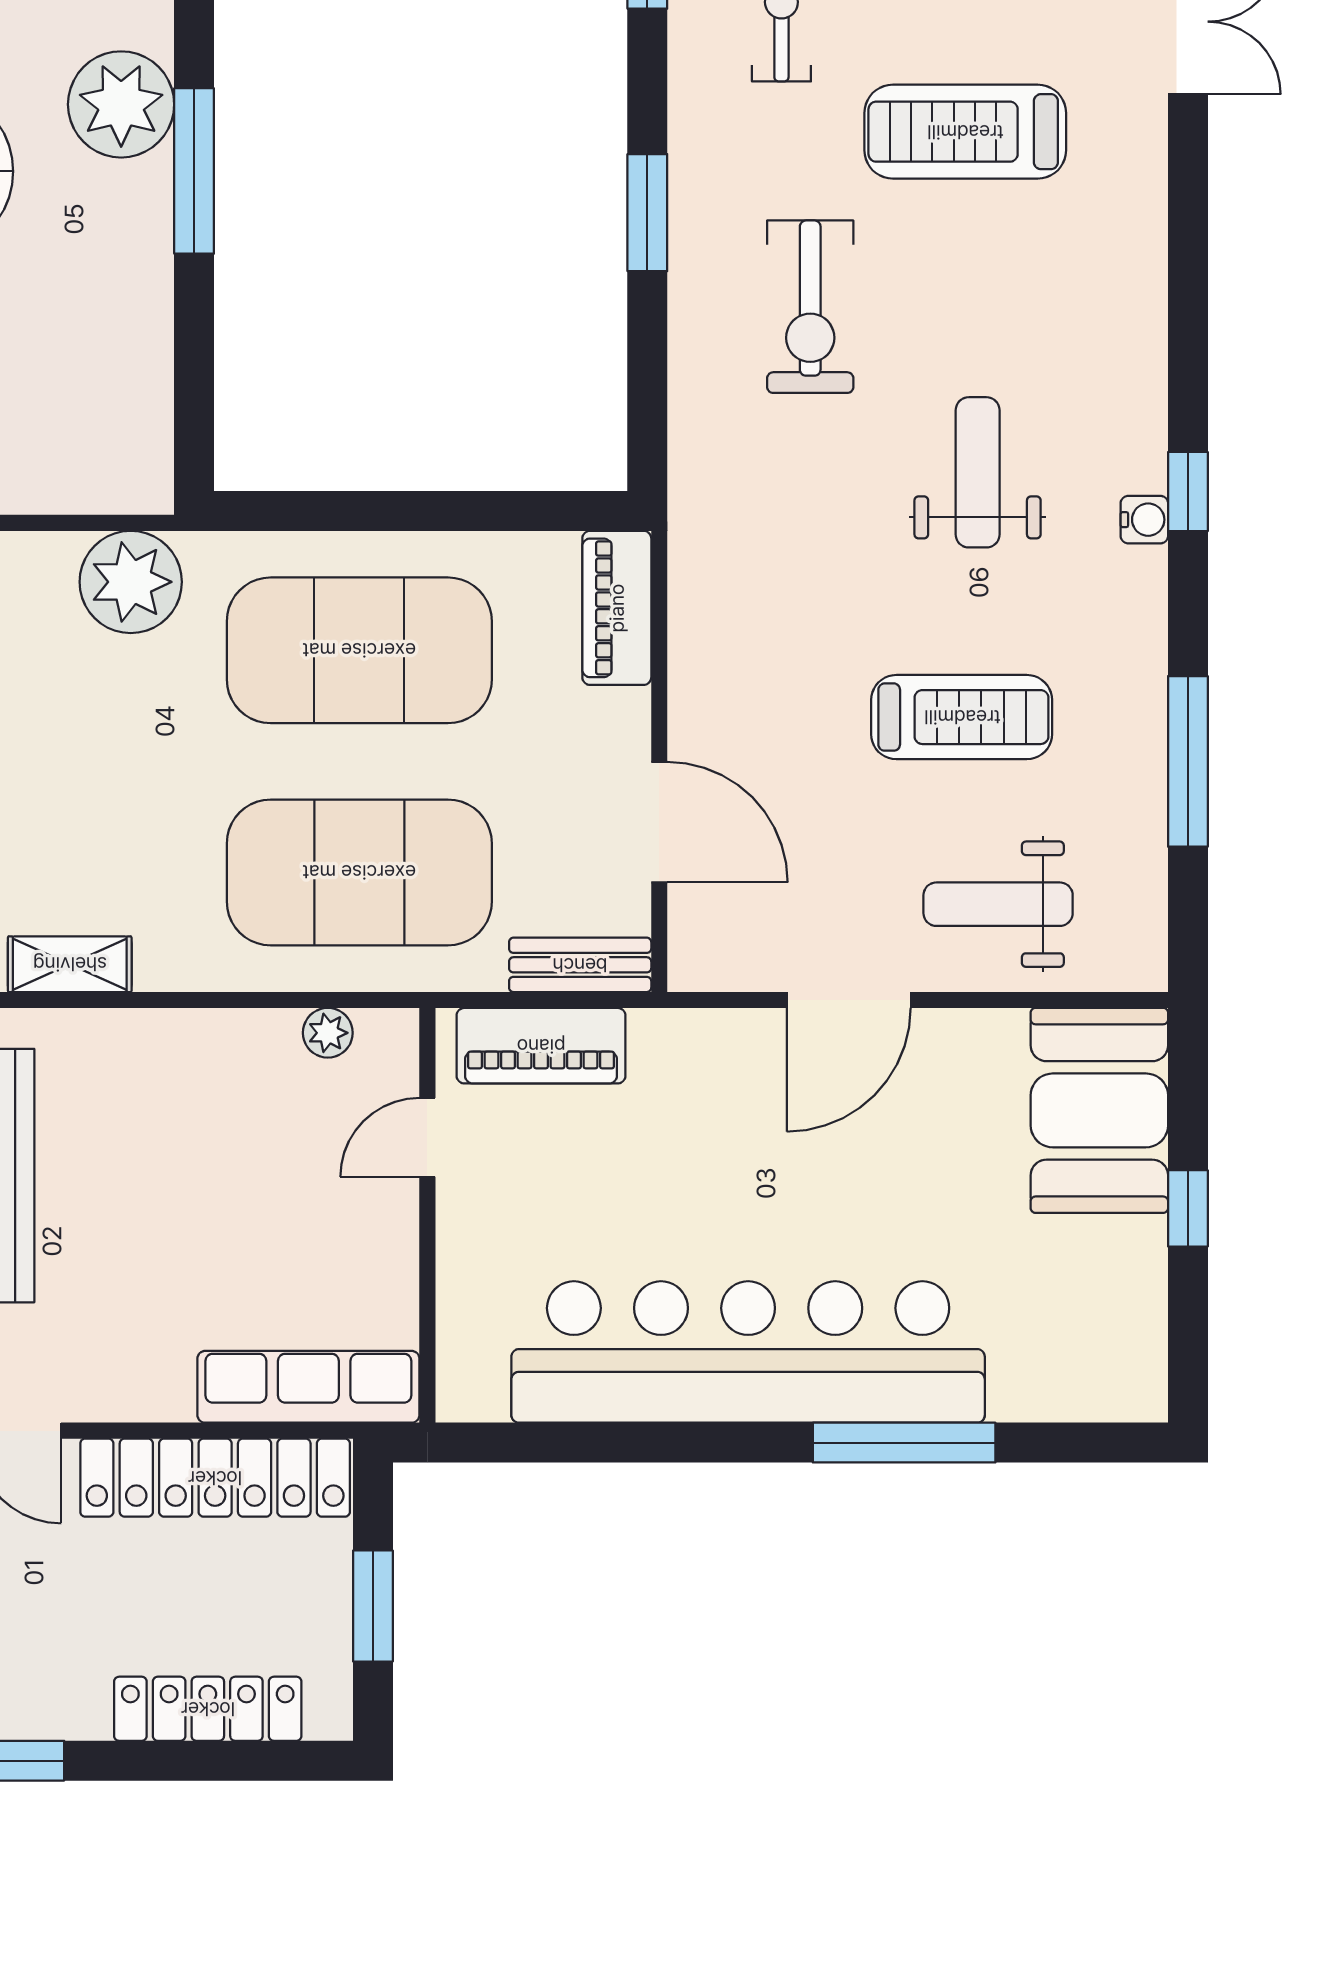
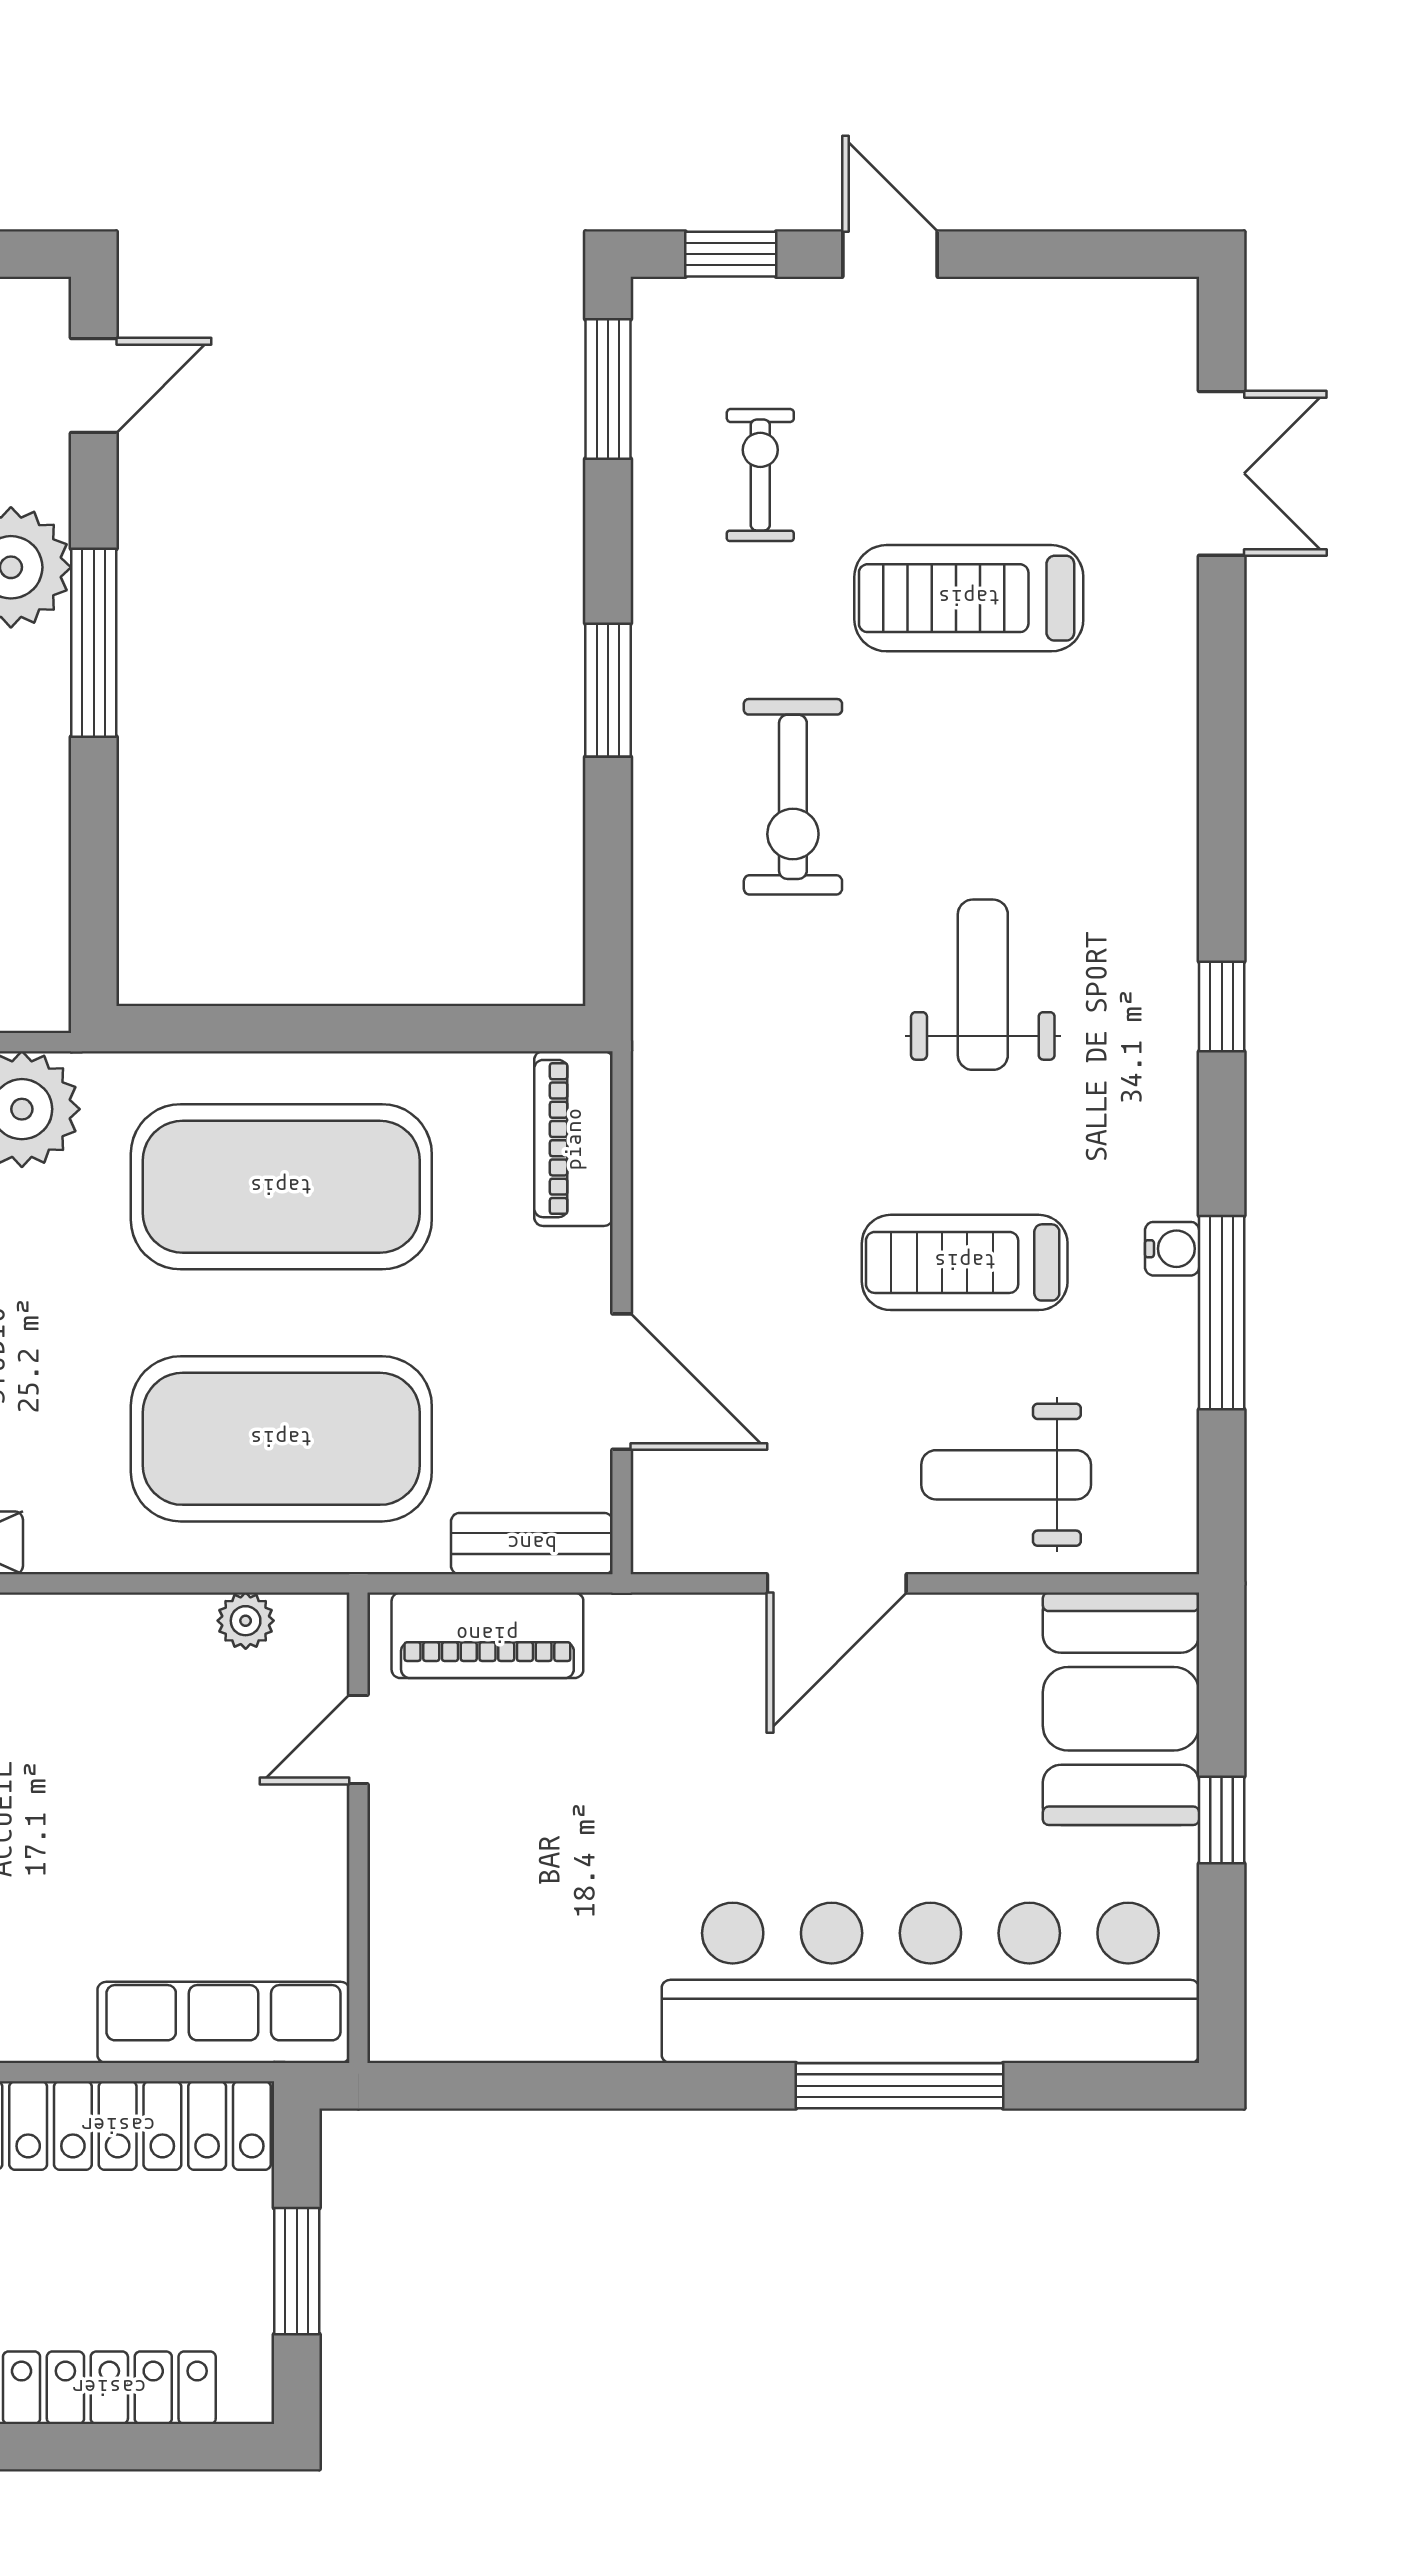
water cooler: (1144, 520) -> (1172, 1249), moved
treadmill: (962, 717) -> (965, 1262), turned 180
bar counter: (748, 1352) -> (930, 1983), moved

